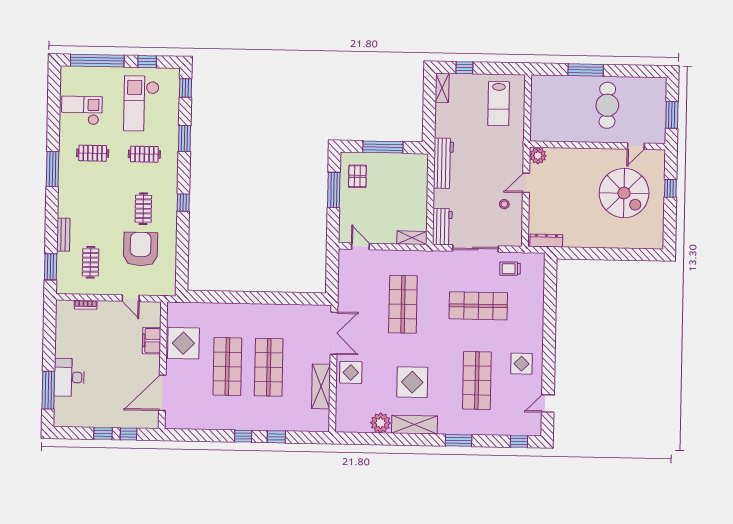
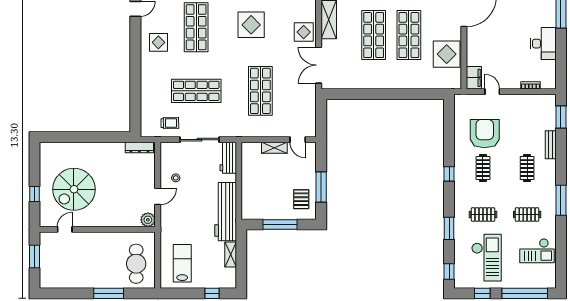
shelving: (442, 88) -> (231, 255), moved
cafe table: (607, 105) -> (136, 264), moved
workbench: (443, 163) -> (226, 212), width x1.36, depth x1.32
spiral stairs: (624, 193) -> (74, 189), turned -90
shelving: (412, 238) -> (274, 148), moved
armchair: (141, 249) -> (485, 134), turned 180
clothes rail: (91, 262) -> (527, 168), moved
filing cabinet: (152, 341) -> (474, 78), moved
desk: (69, 377) -> (543, 44), moved

